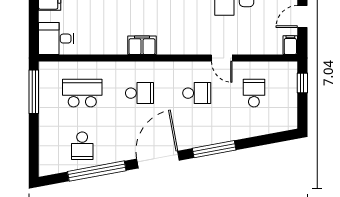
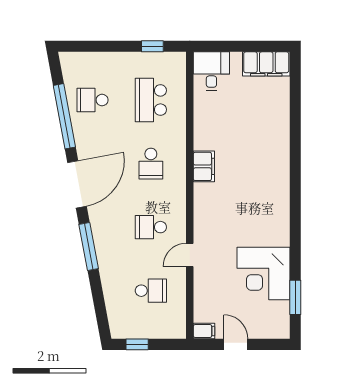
window: (302, 83) -> (137, 344), moved
window: (34, 92) -> (152, 46), width x0.46
school desk: (82, 93) -> (151, 100), turned 180
school desk: (197, 93) -> (151, 227), turned 90
door: (158, 160) -> (77, 184), hinge flipped

